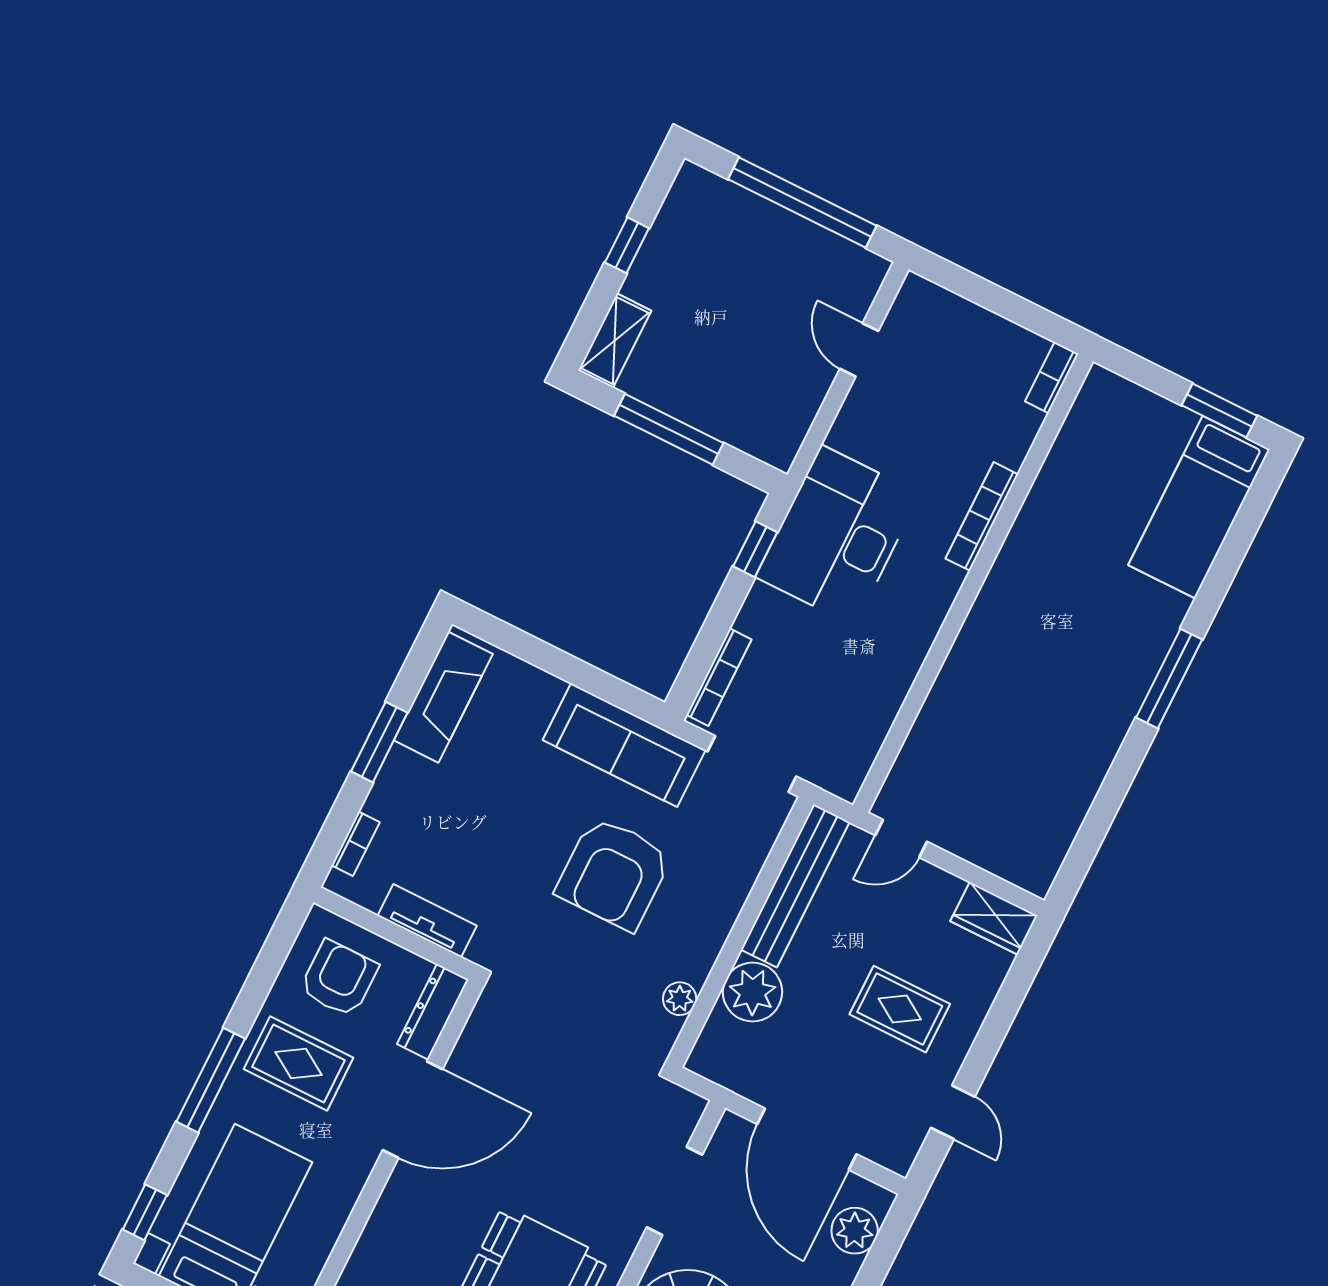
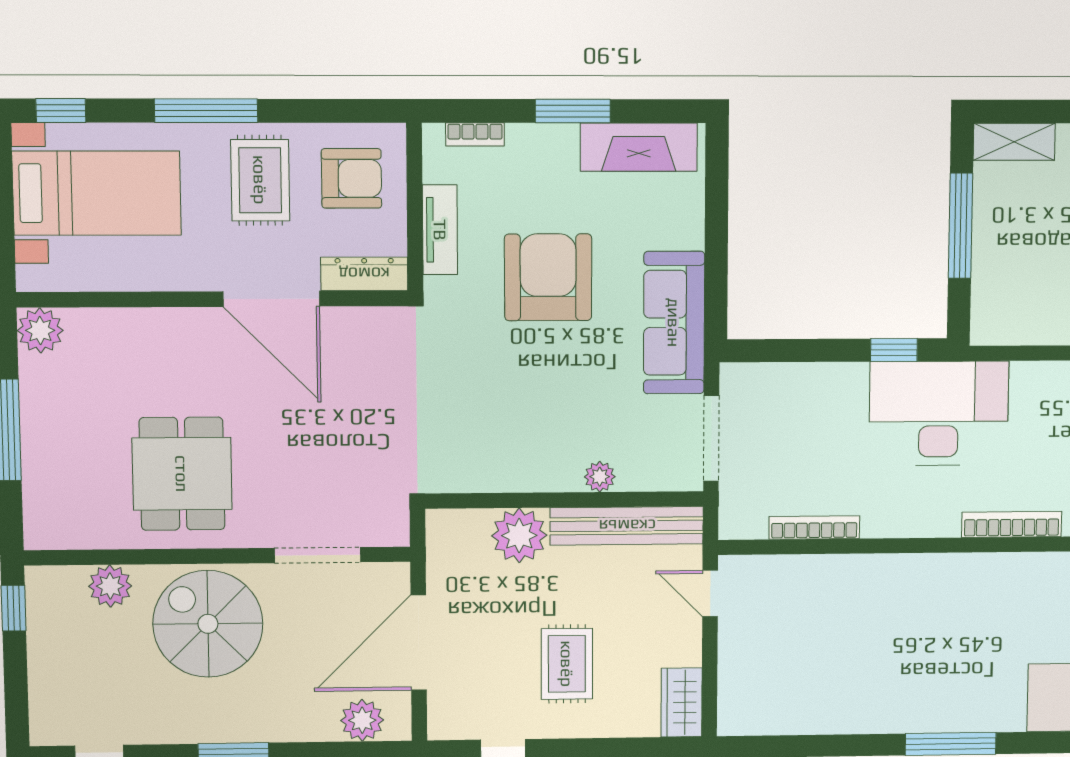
bookcase: (719, 677) -> (814, 528), moved, turned 180
armchair: (614, 873) -> (548, 277), moved, turned 90
plant: (680, 999) -> (600, 477), moved

